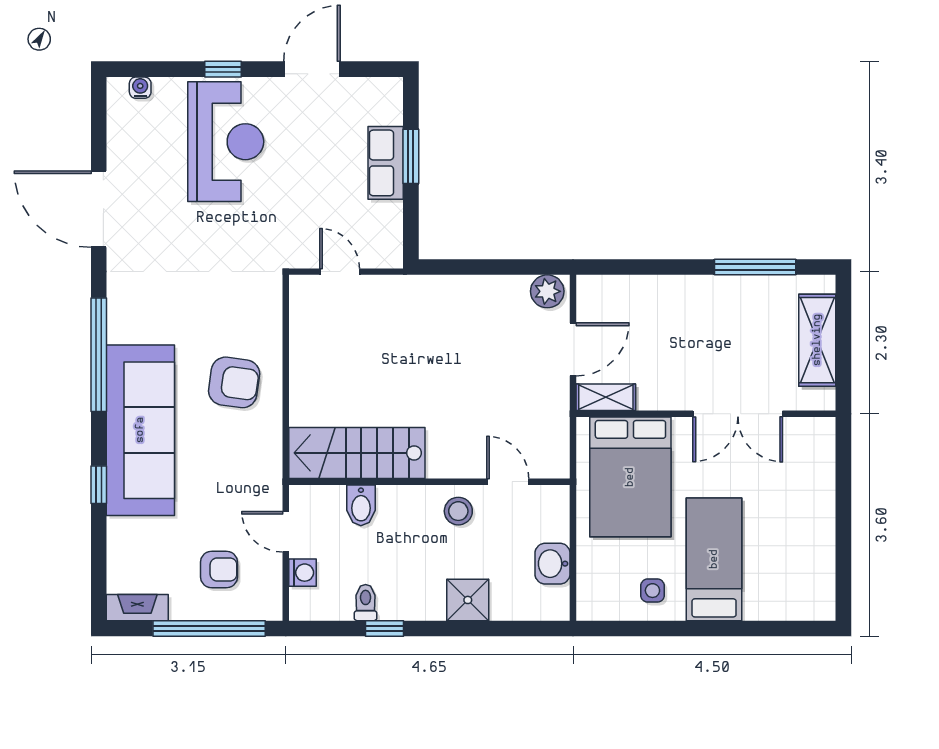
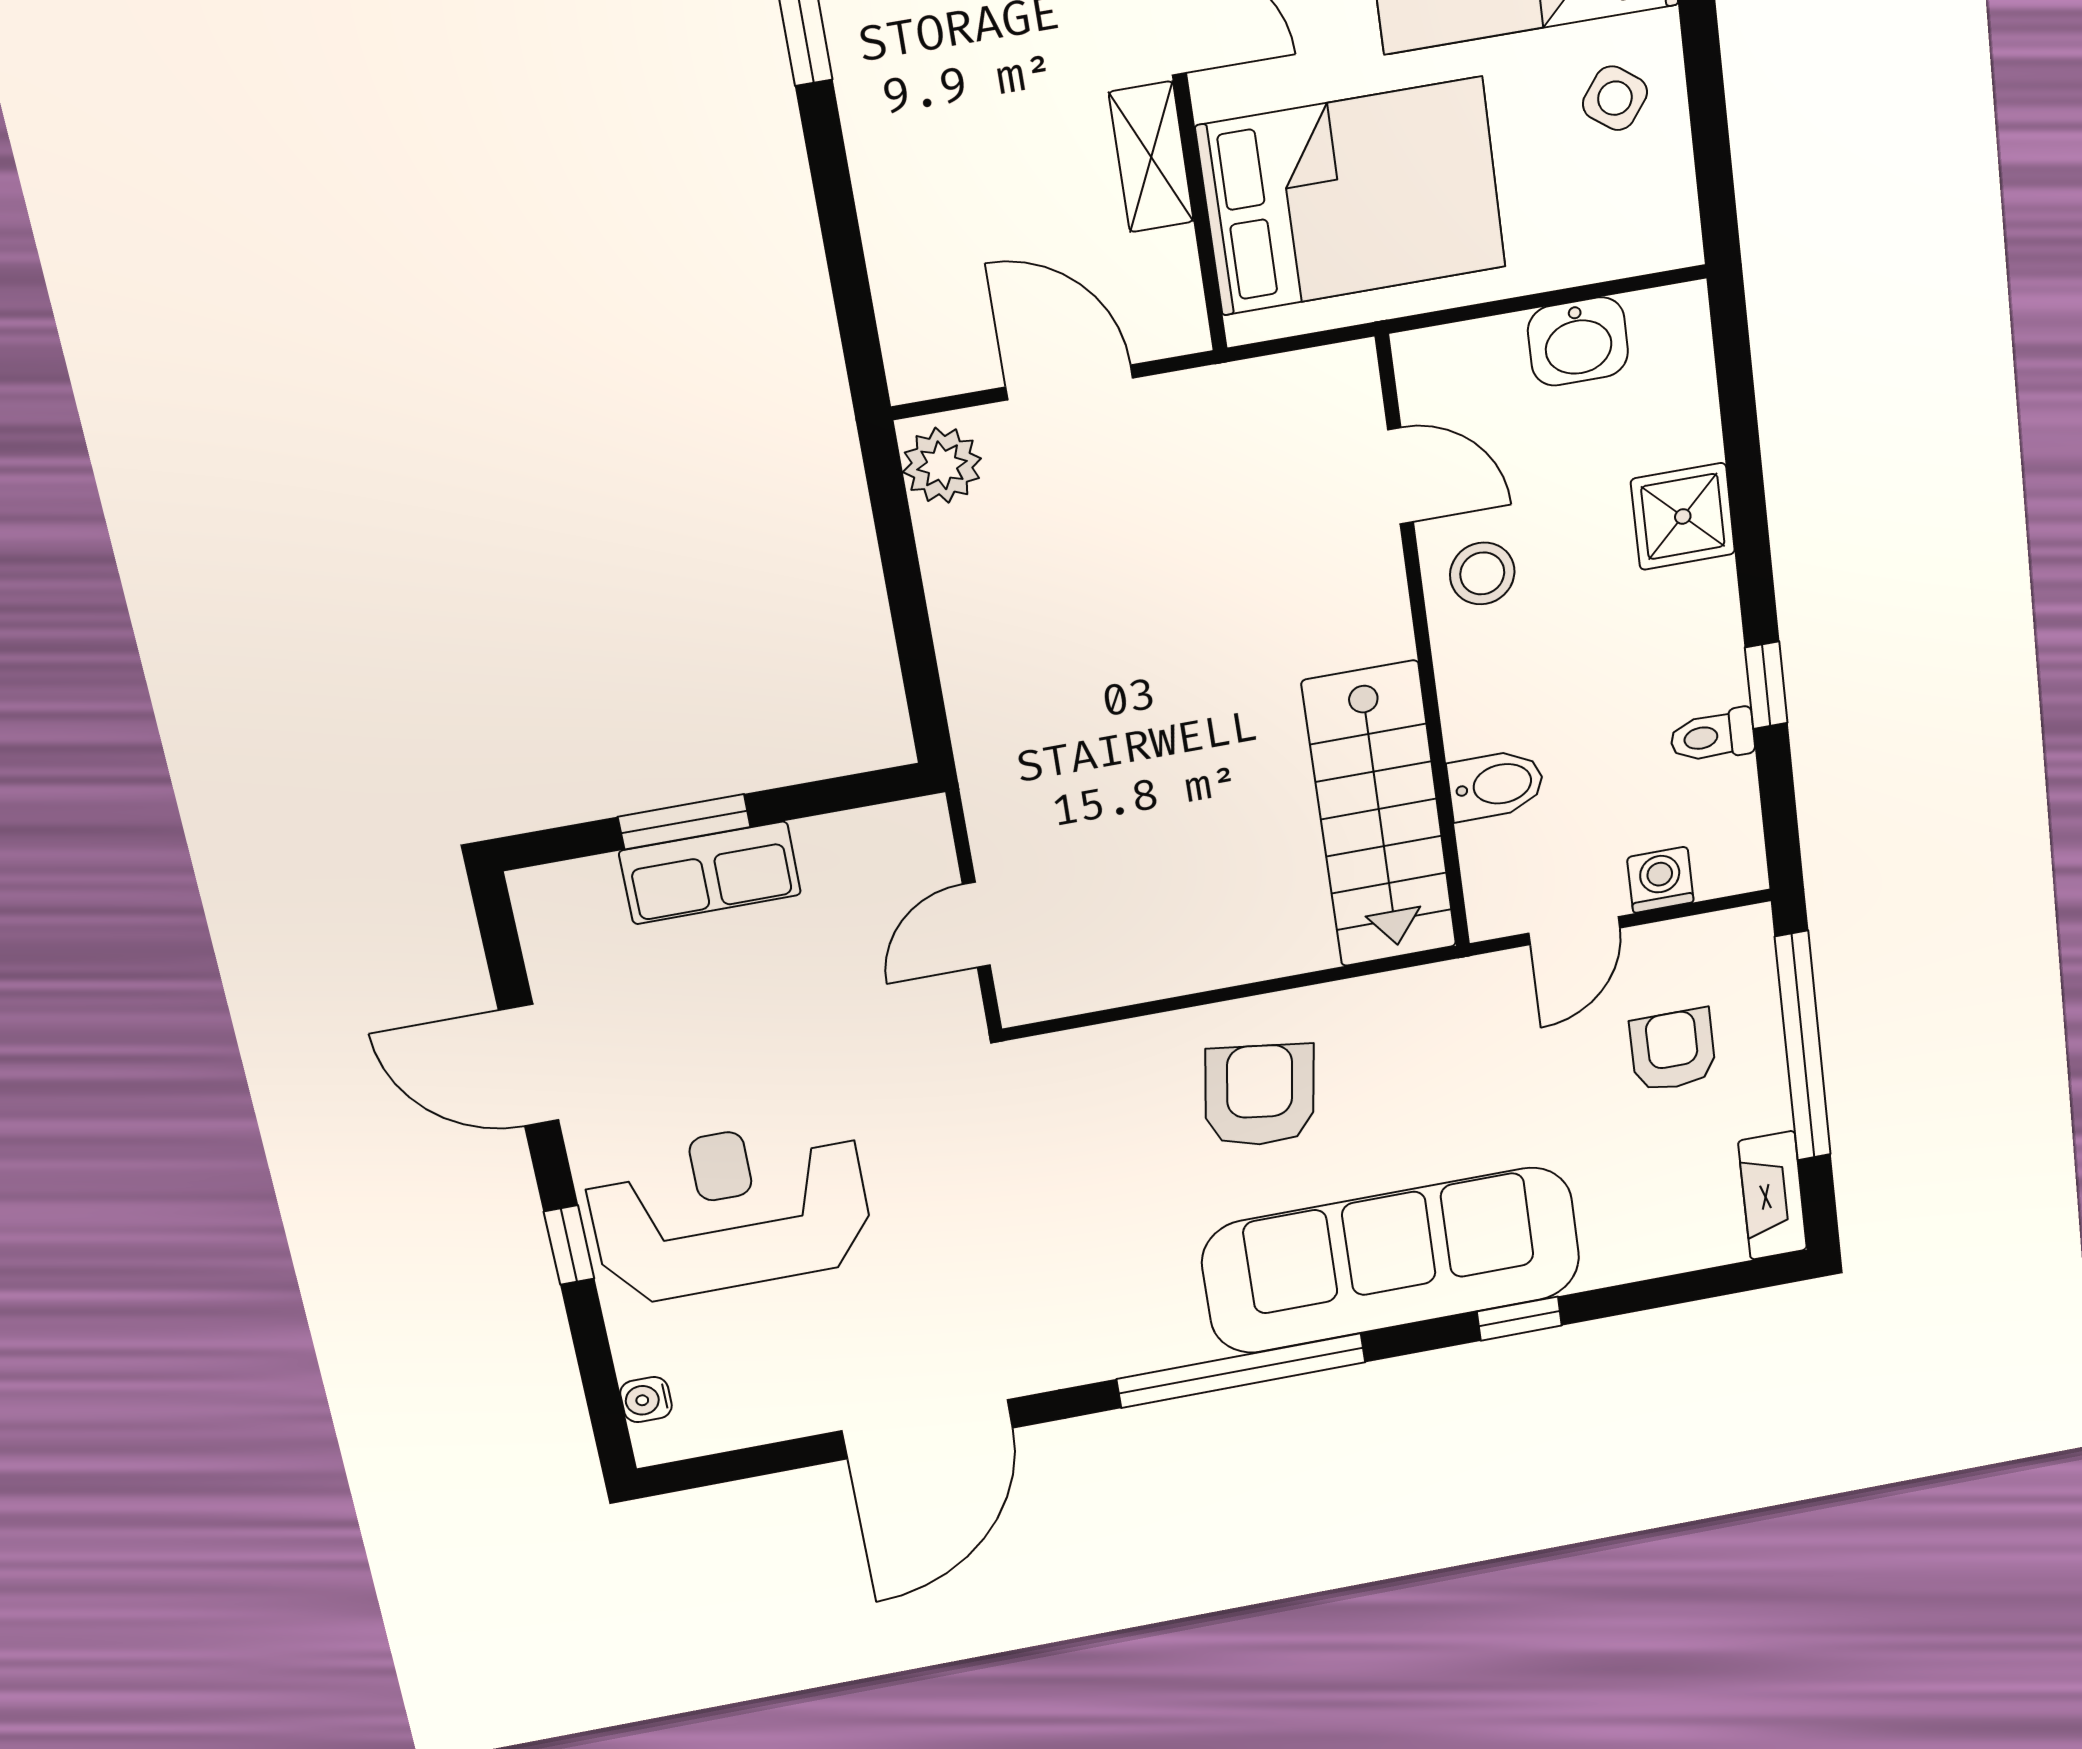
shelving: (606, 397) -> (1151, 157), moved
door: (508, 482) -> (1401, 476), swing flipped
side table: (652, 591) -> (1615, 98), turned 37

